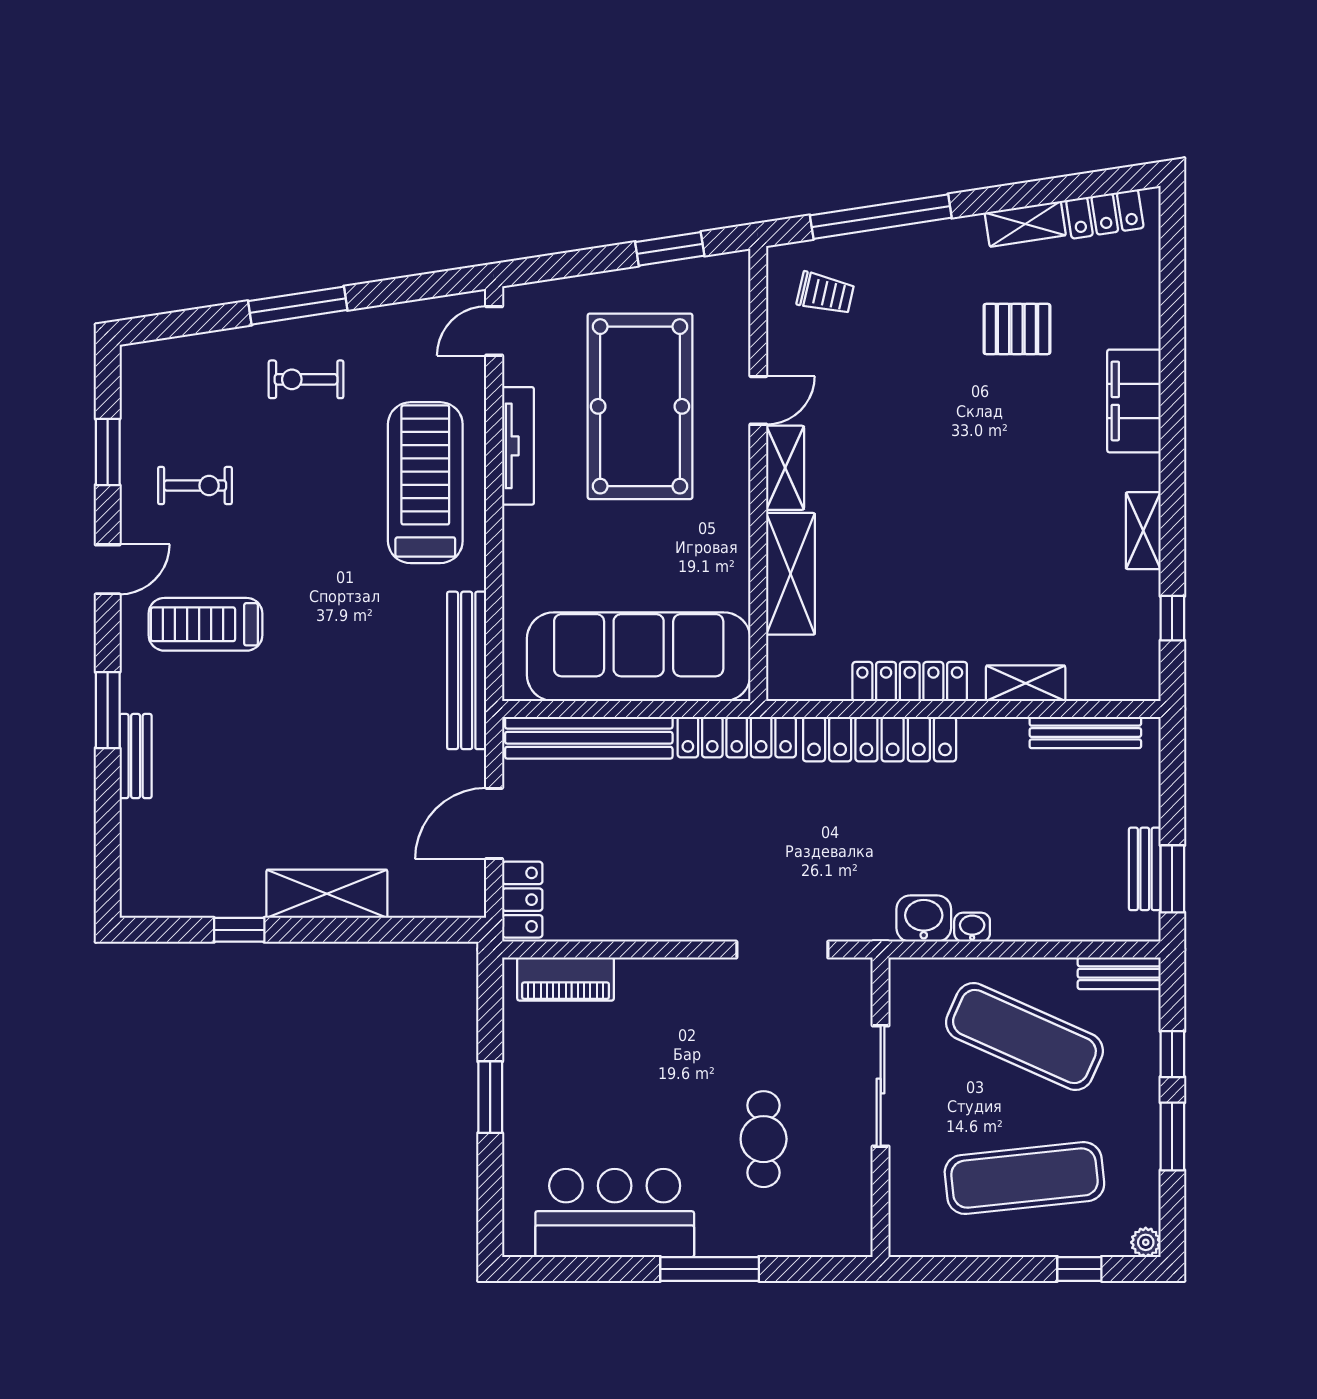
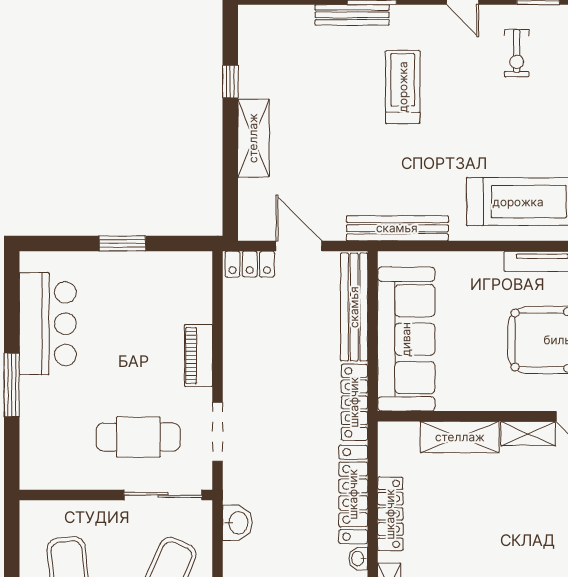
treadmill: (206, 624) -> (403, 87), moved
bench: (136, 756) -> (352, 15), width x1.36
washbasin: (972, 927) -> (358, 559), moved, turned 180
piano: (566, 979) -> (199, 356), moved
sliding door: (881, 1086) -> (163, 495), moved
cafe table: (764, 1139) -> (138, 437), moved, width x1.37, depth x1.35

